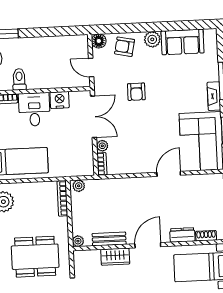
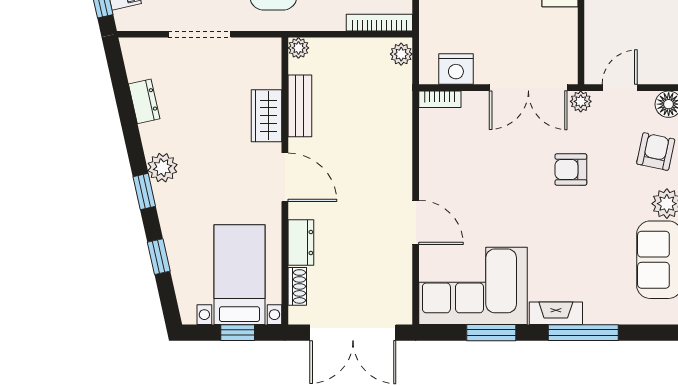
nightstand: (60, 100) -> (456, 69), moved, turned 90
plant: (102, 146) -> (581, 101), moved

